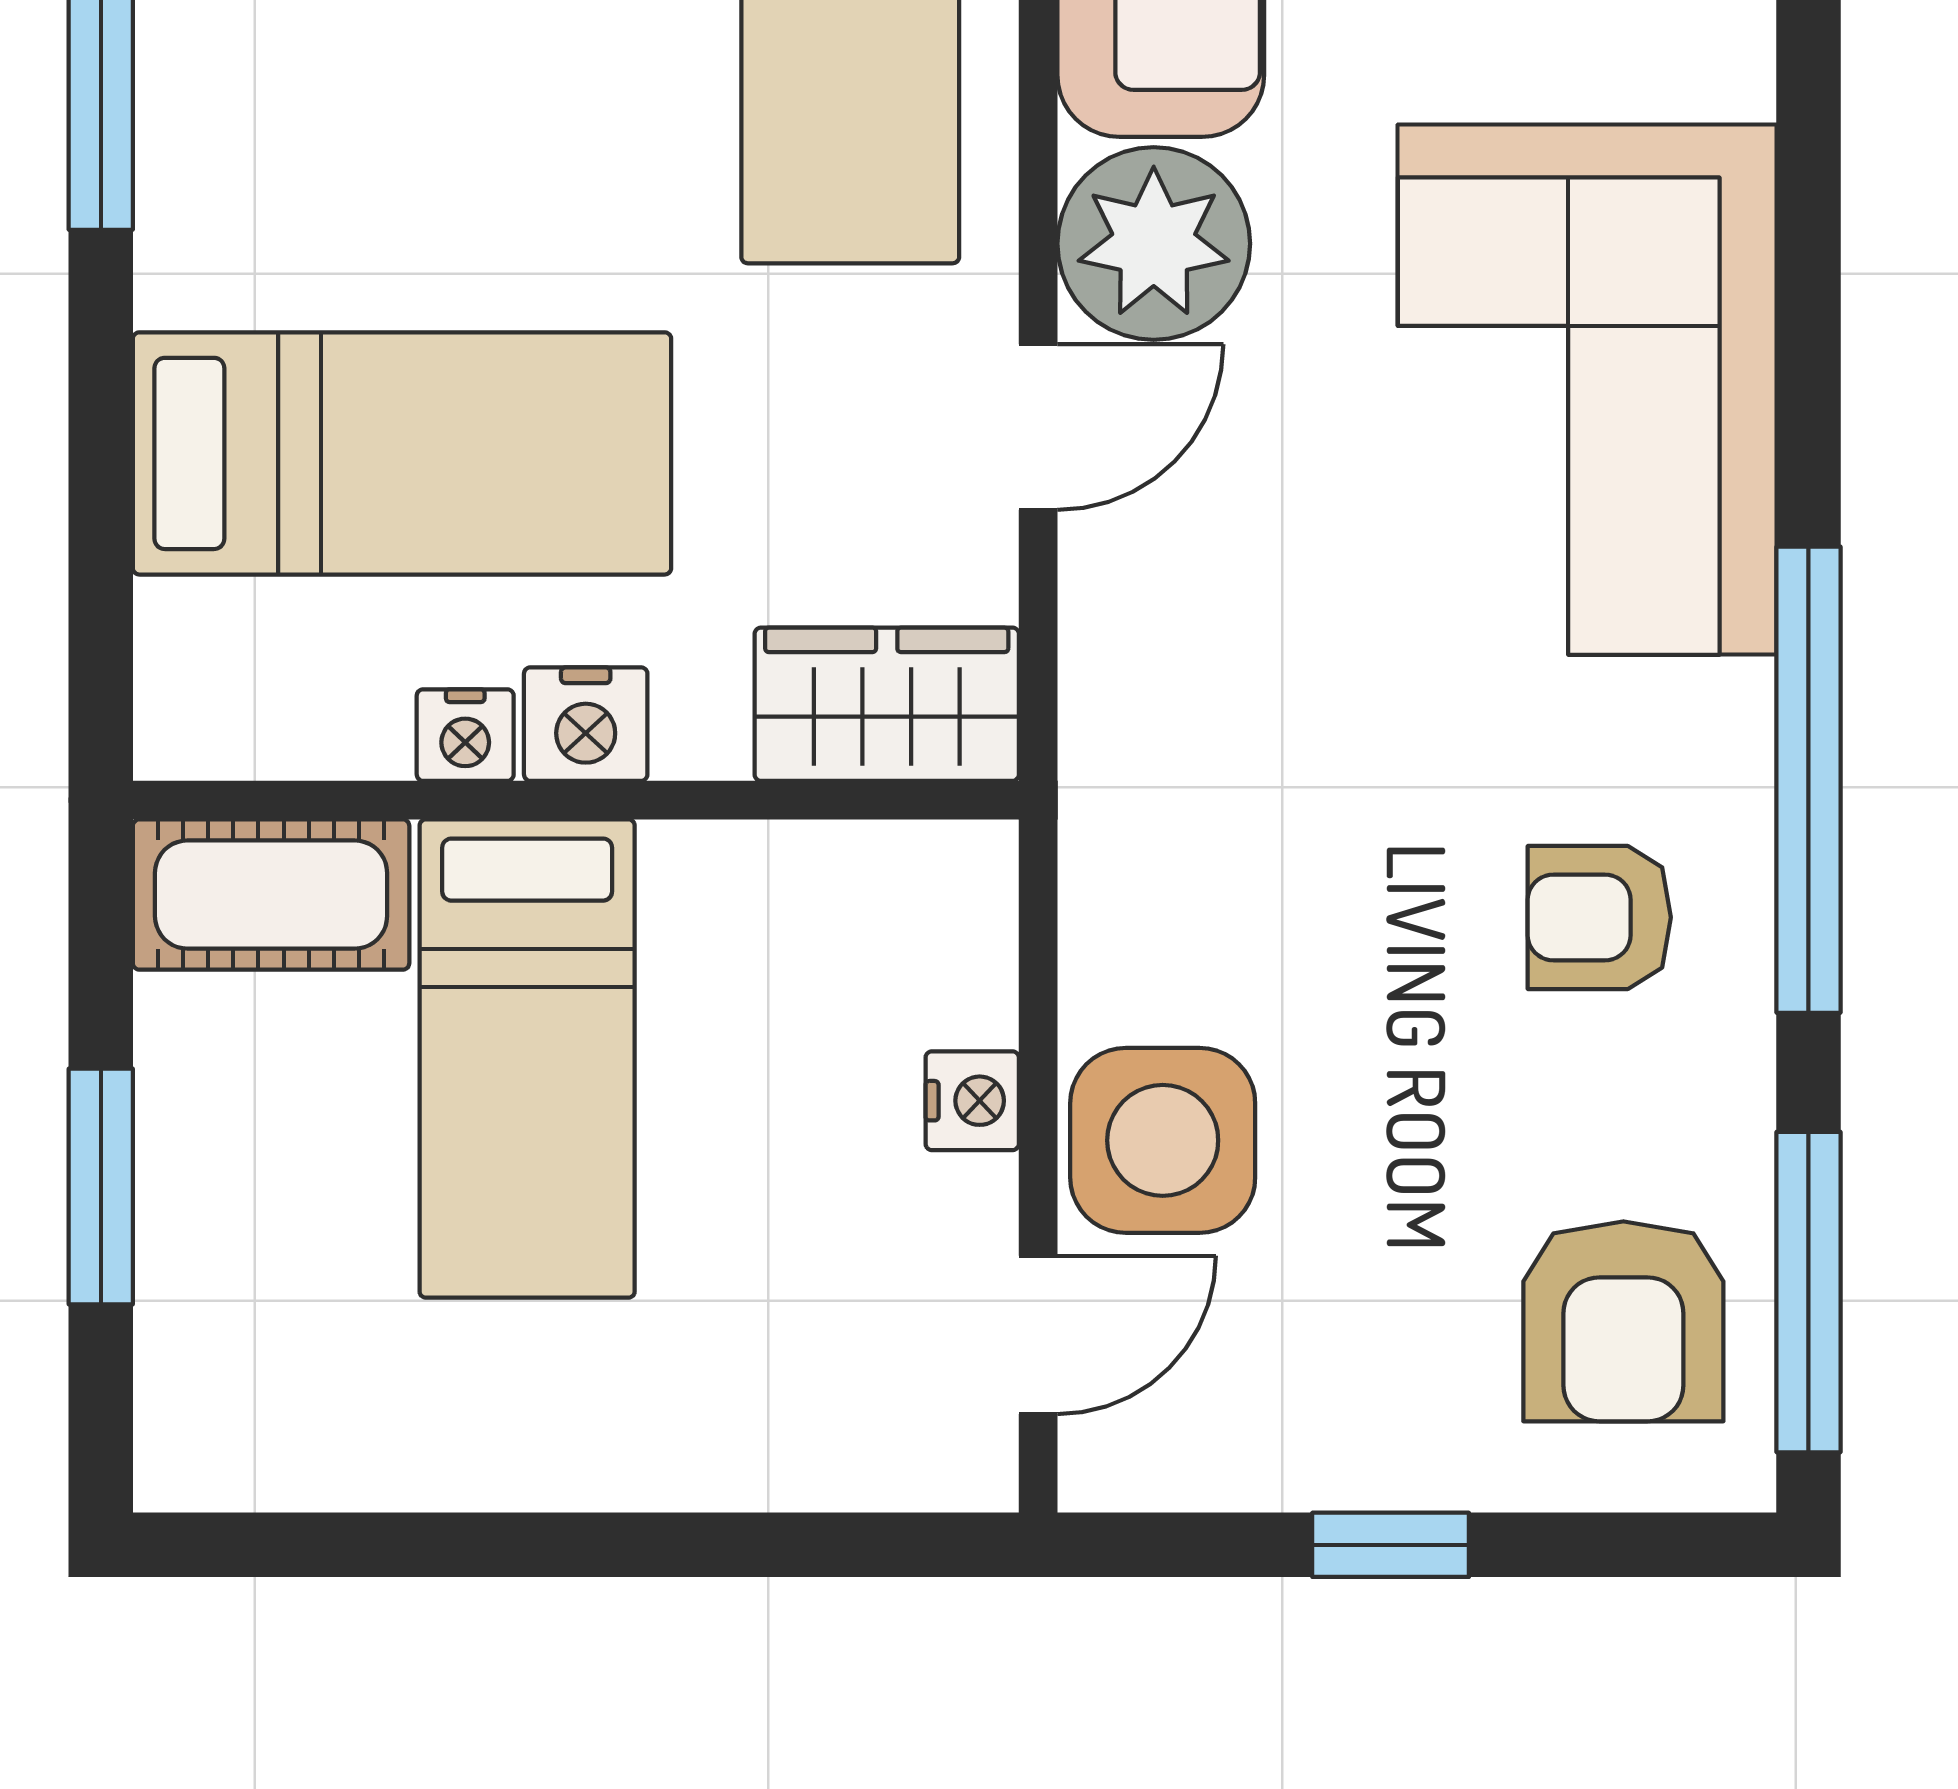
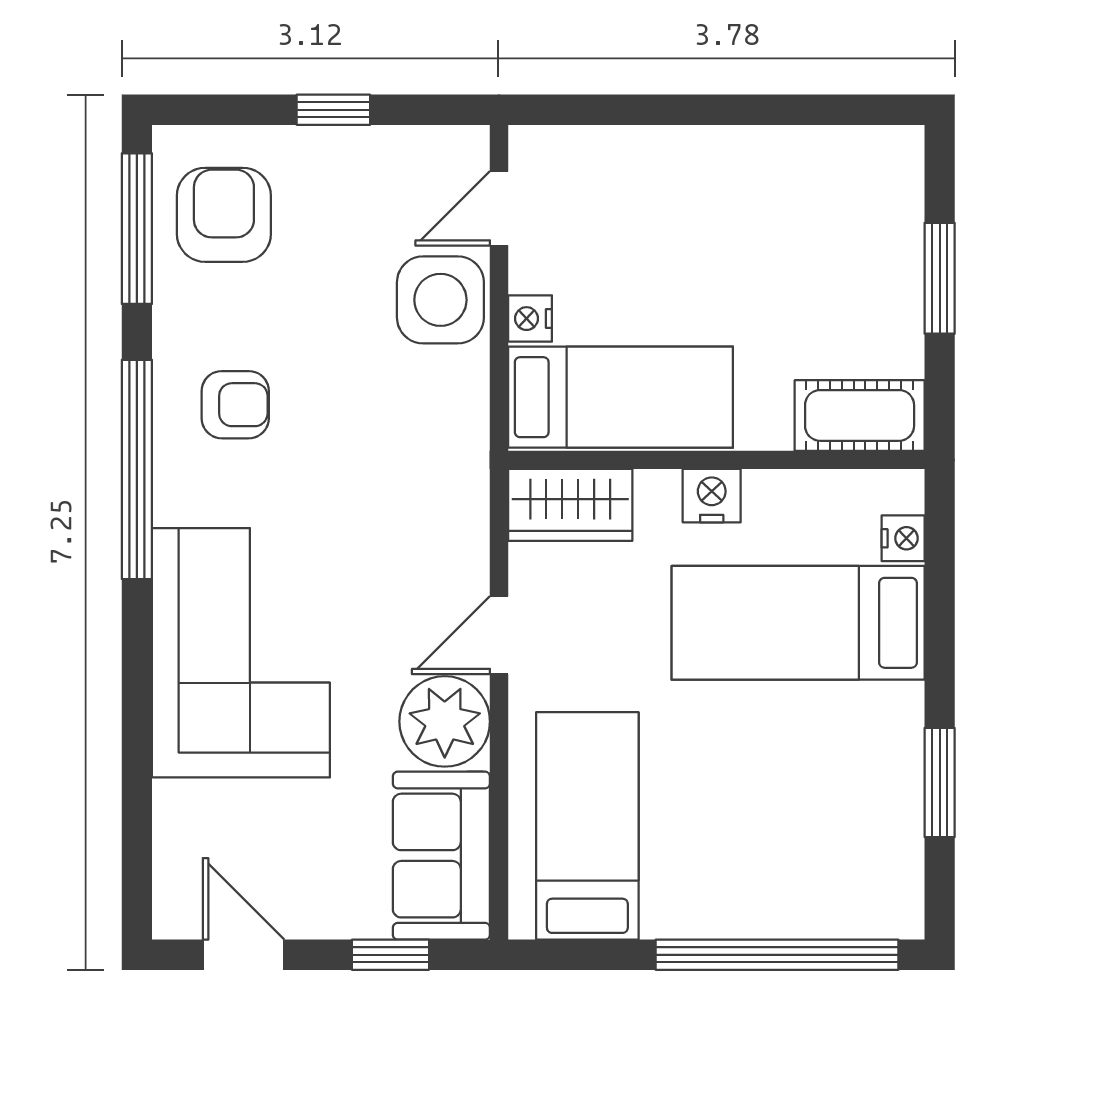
nightstand: (465, 735) -> (903, 538), moved, turned 90
bed: (527, 1059) -> (621, 397), moved, turned 90

